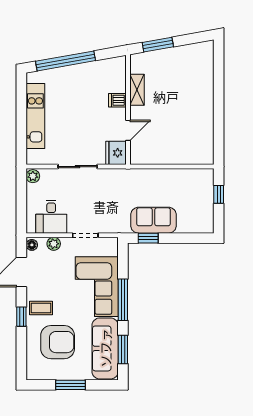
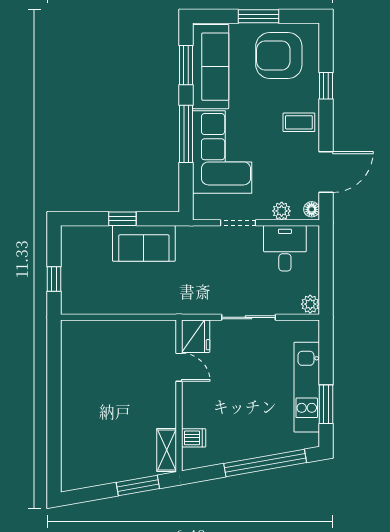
shelving: (137, 90) -> (167, 450), moved
dishwasher: (117, 100) -> (194, 438), moved
window: (21, 104) -> (326, 404), added
door: (128, 130) -> (179, 367), swing flipped
window: (148, 238) -> (122, 219), moved
window: (21, 317) -> (326, 86), moved
armchair: (58, 342) -> (279, 56), moved

